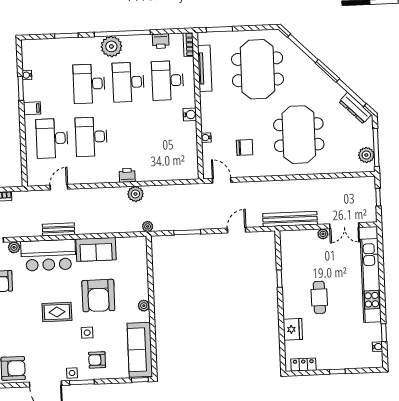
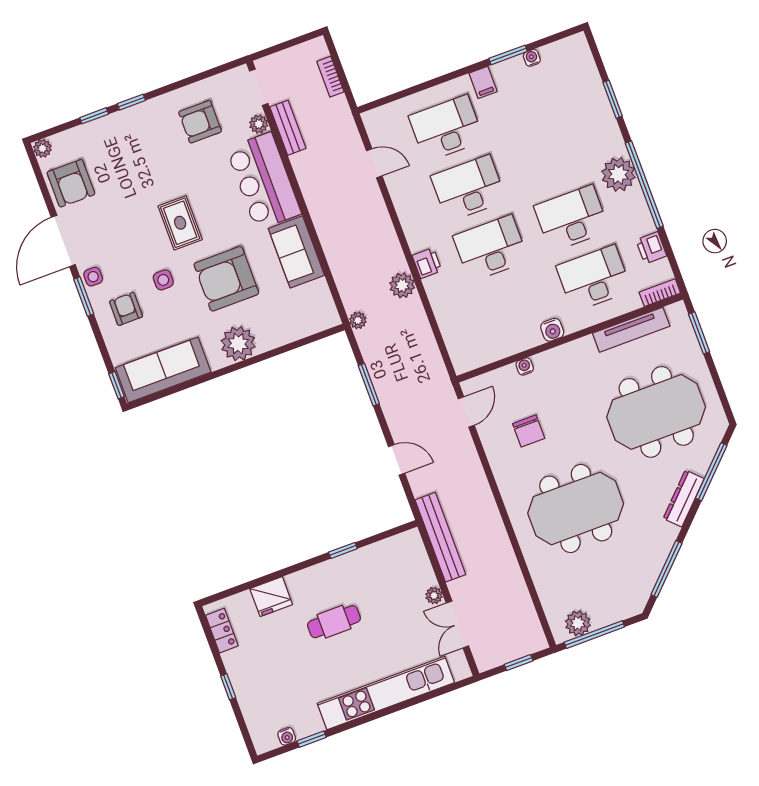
desk: (89, 84) -> (491, 248), moved
dresser: (355, 108) -> (684, 499), moved
bench: (58, 229) -> (288, 128), moved
plant: (144, 306) -> (238, 344), width x1.87, depth x1.87

